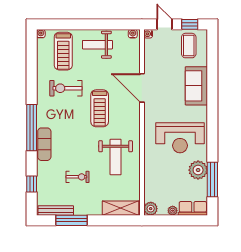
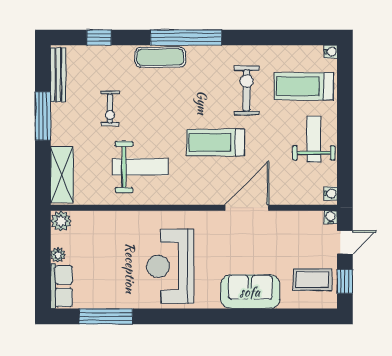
weight bench: (116, 157) -> (141, 167), turned 180
plant: (198, 170) -> (120, 294), removed
window: (71, 220) -> (43, 116), moved

